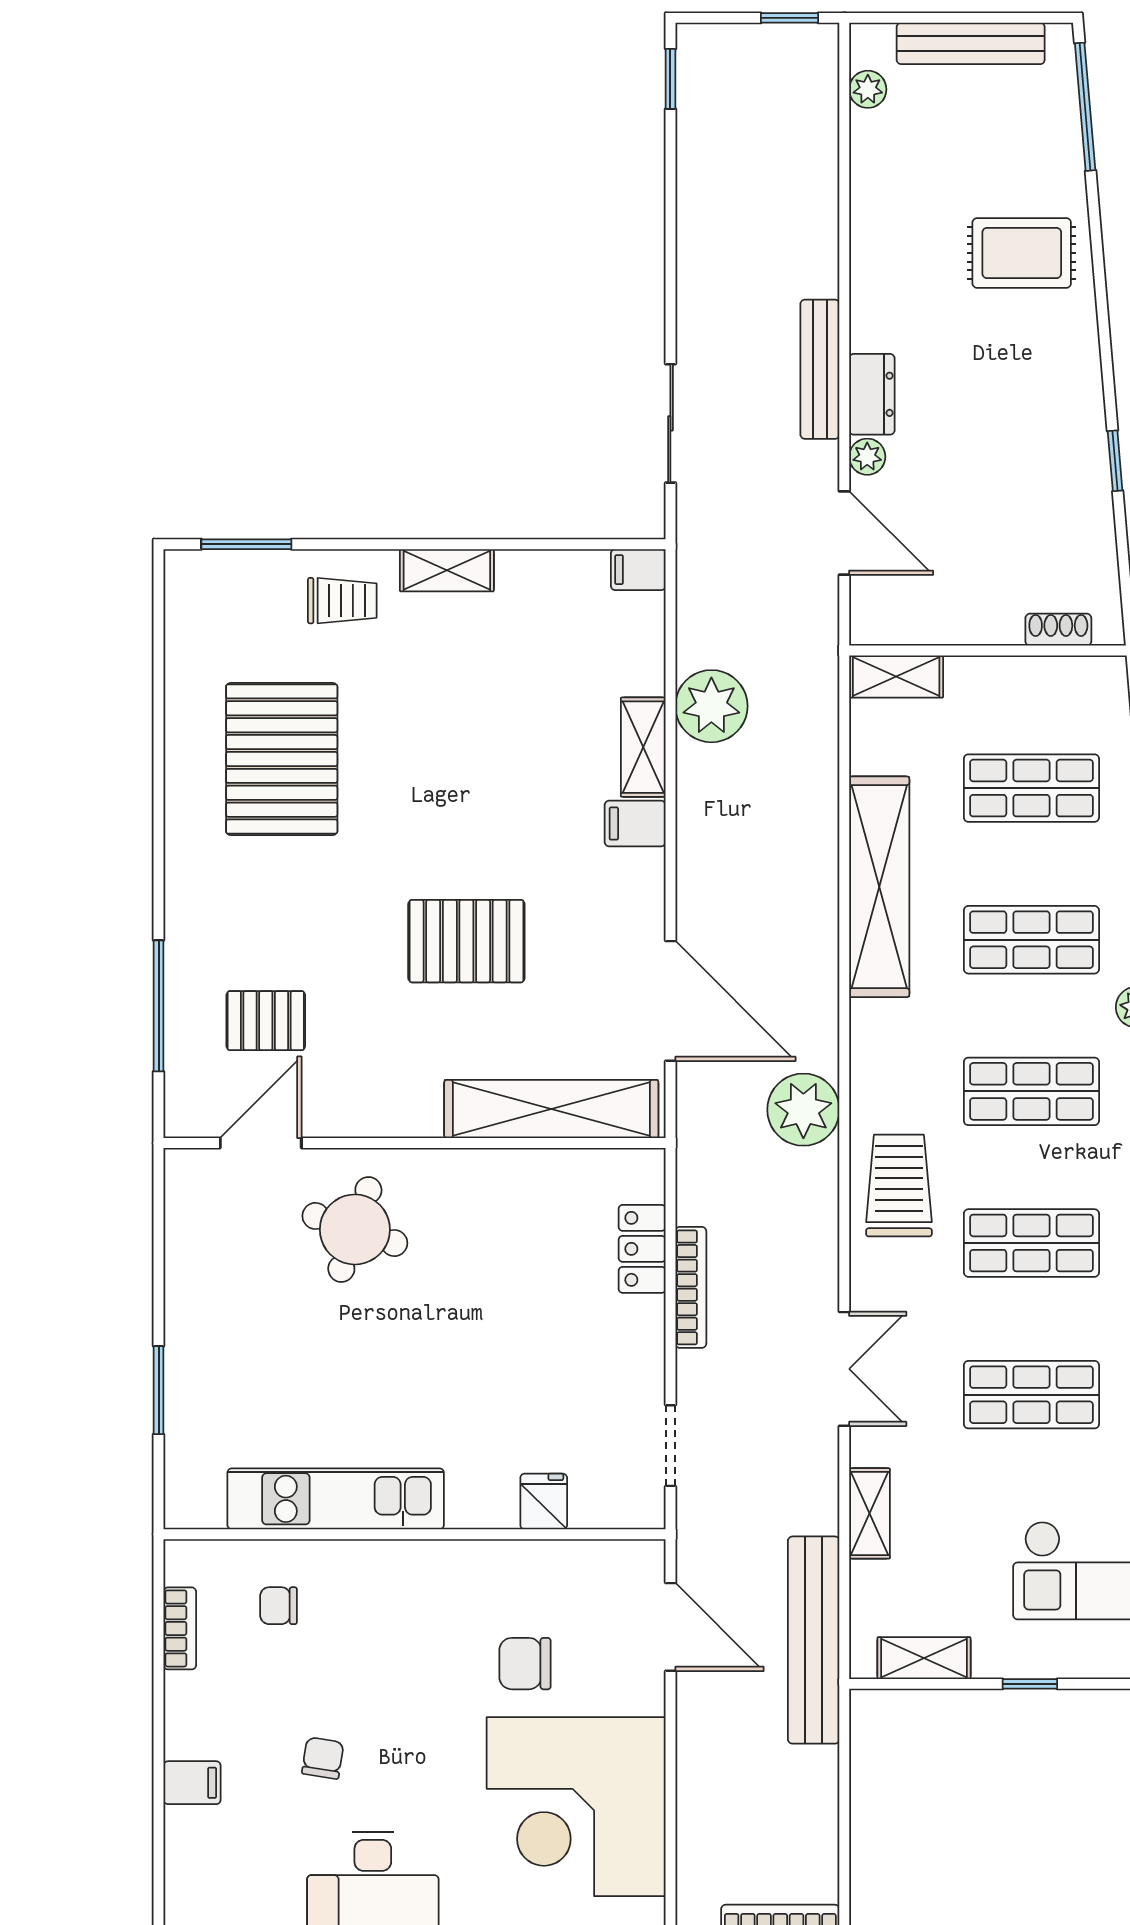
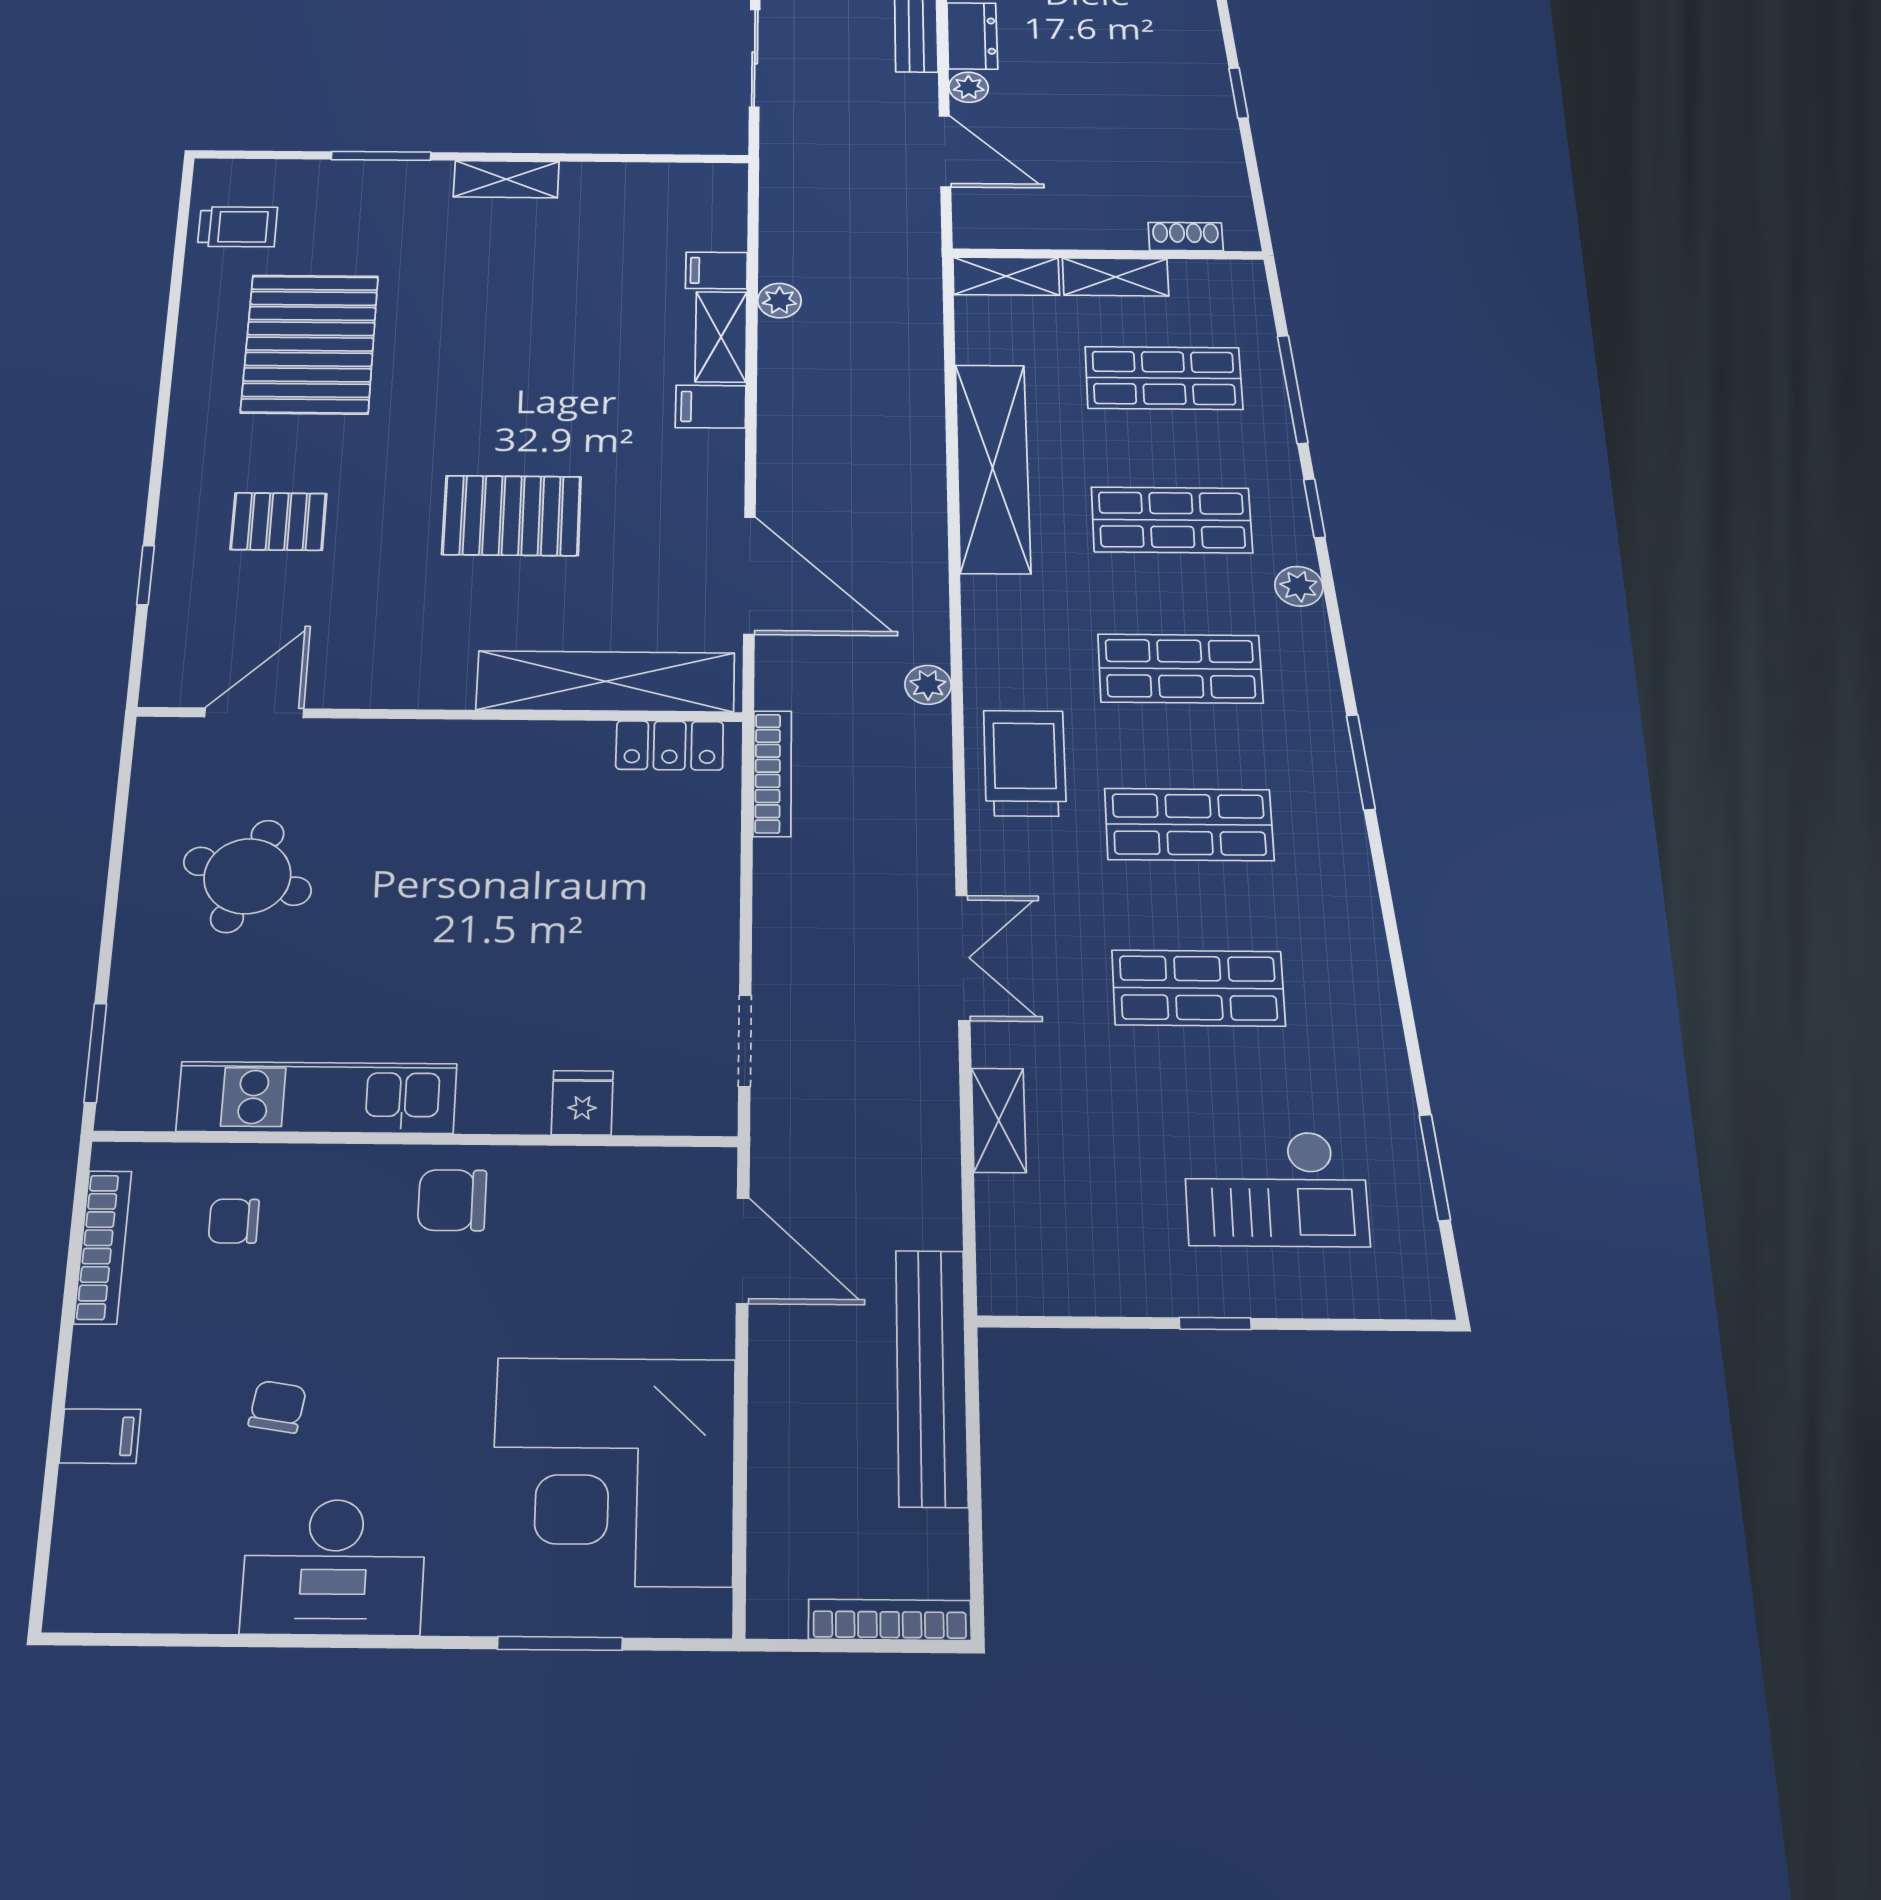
window: (246, 544) -> (381, 156), moved
filing cabinet: (638, 570) -> (716, 271), moved
trolley: (342, 601) -> (238, 227), moved
plant: (711, 706) -> (779, 301), width x0.53, depth x0.53
window: (159, 1006) -> (146, 575), width x0.46
pallet: (266, 1021) -> (279, 521), moved
plant: (803, 1110) -> (928, 685), width x0.53, depth x0.53
round table: (355, 1229) -> (247, 876), moved
locker: (642, 1249) -> (670, 745), moved, turned -90
bookcase: (691, 1287) -> (772, 773), moved
window: (159, 1390) -> (95, 1053), moved
bookcase: (180, 1628) -> (103, 1247), width x1.56
bench: (814, 1640) -> (932, 1377), moved
shelving: (924, 1658) -> (1116, 277), moved
chair: (525, 1664) -> (452, 1200), moved

